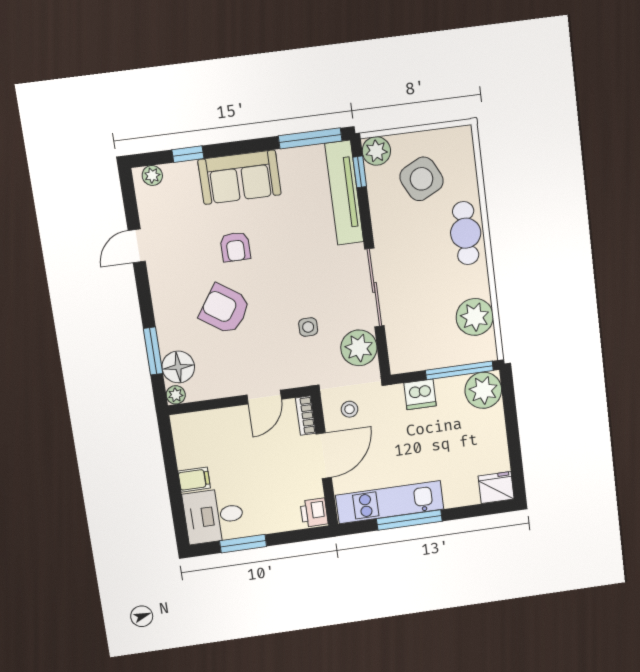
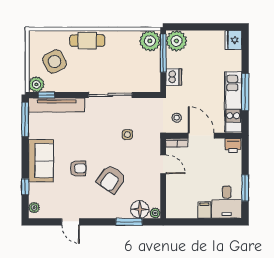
plant: (475, 317) -> (150, 41), moved
plant: (359, 348) -> (143, 108), removed

